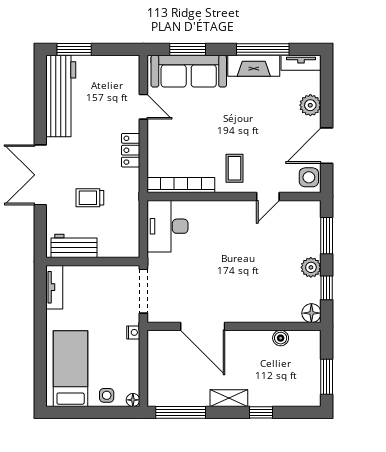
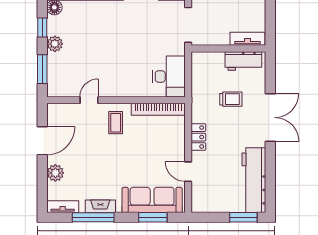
fireplace: (254, 66) -> (100, 206), width x0.73, depth x0.76
side table: (309, 177) -> (56, 115), removed
tv unit: (54, 287) -> (248, 39), moved, turned 90

